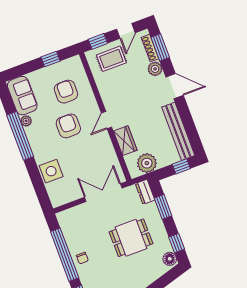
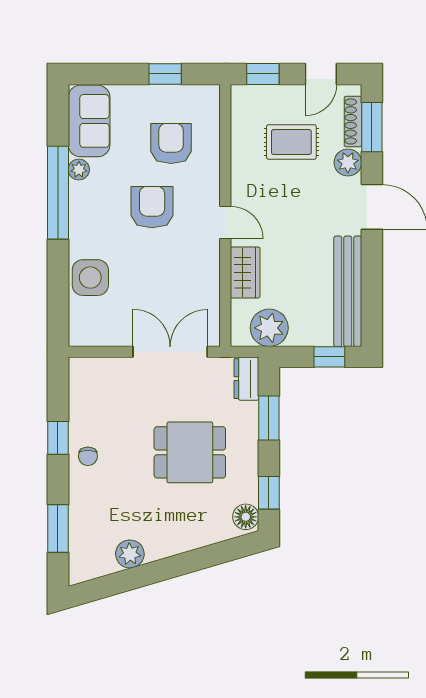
rug: (111, 59) -> (291, 142), moved
door: (106, 120) -> (225, 222), swing flipped
window: (65, 255) -> (58, 438), width x0.32

